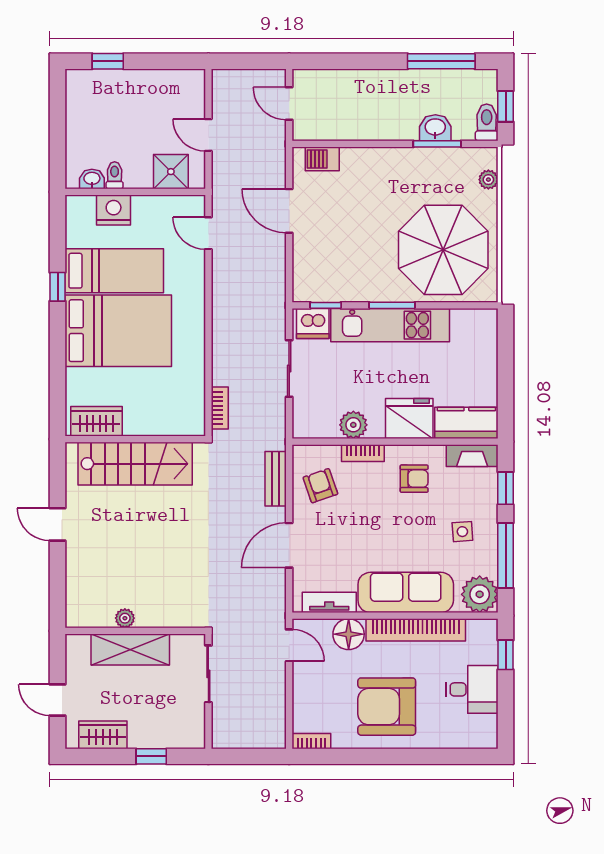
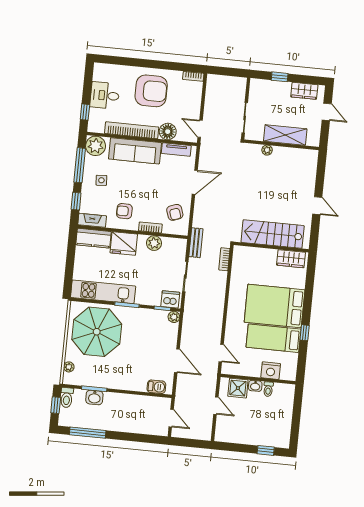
washbasin: (92, 179) -> (255, 386), moved
plant: (303, 292) -> (174, 317), added
kitchen unit: (390, 325) -> (103, 292), moved
bench: (276, 479) -> (196, 243), moved
plant: (125, 618) -> (267, 150), moved

